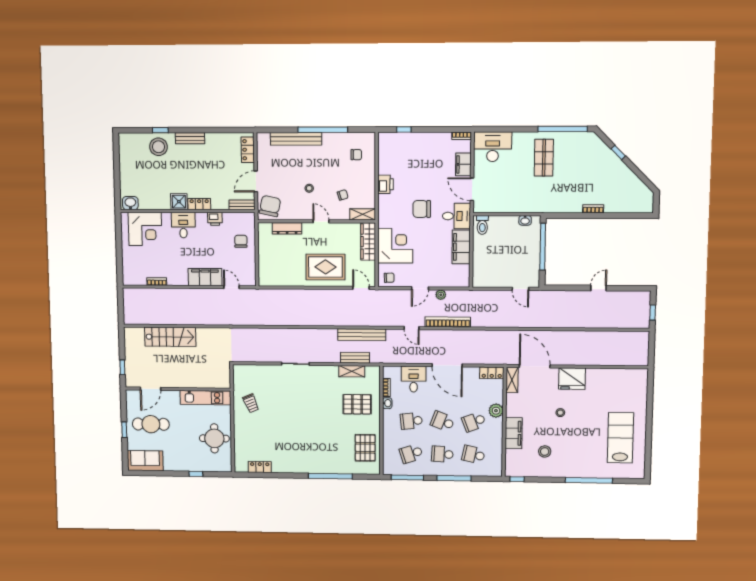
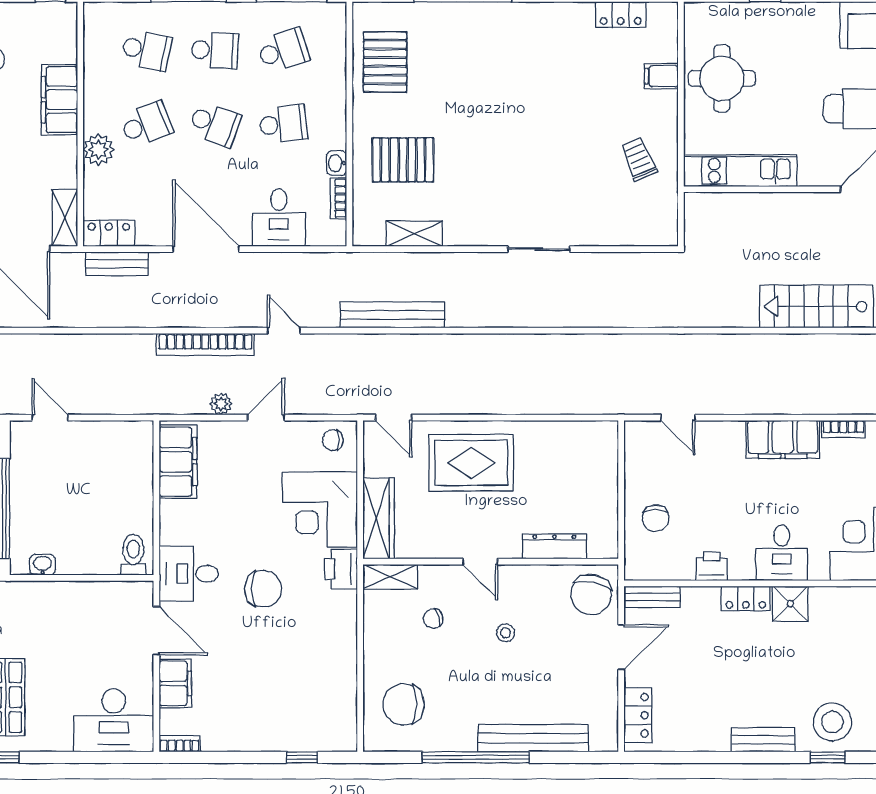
chair: (356, 155) -> (404, 704), width x1.87, depth x1.87
printer: (385, 184) -> (341, 569), moved
filing cabinet: (461, 247) -> (178, 462), moved
filing cabinet: (205, 277) -> (783, 439), moved
bench: (355, 358) -> (117, 264), moved
filing cabinet: (241, 440) -> (661, 76), added

